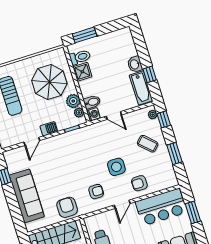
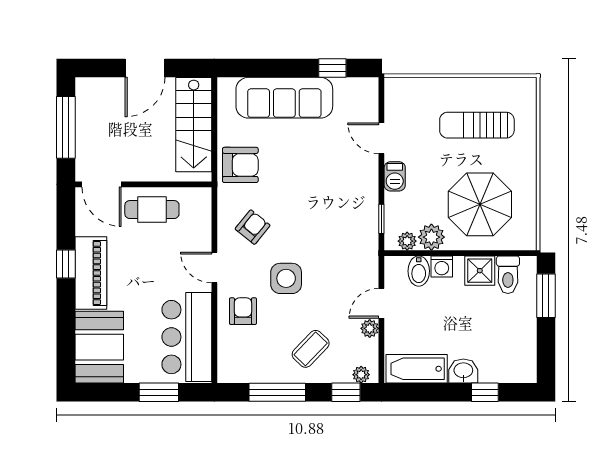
window: (150, 74) -> (485, 392), moved
washing machine: (93, 114) -> (442, 266), moved
plant: (128, 117) -> (370, 328), added
window: (174, 154) -> (277, 392), width x1.44
armchair: (96, 192) -> (253, 227), turned -141

